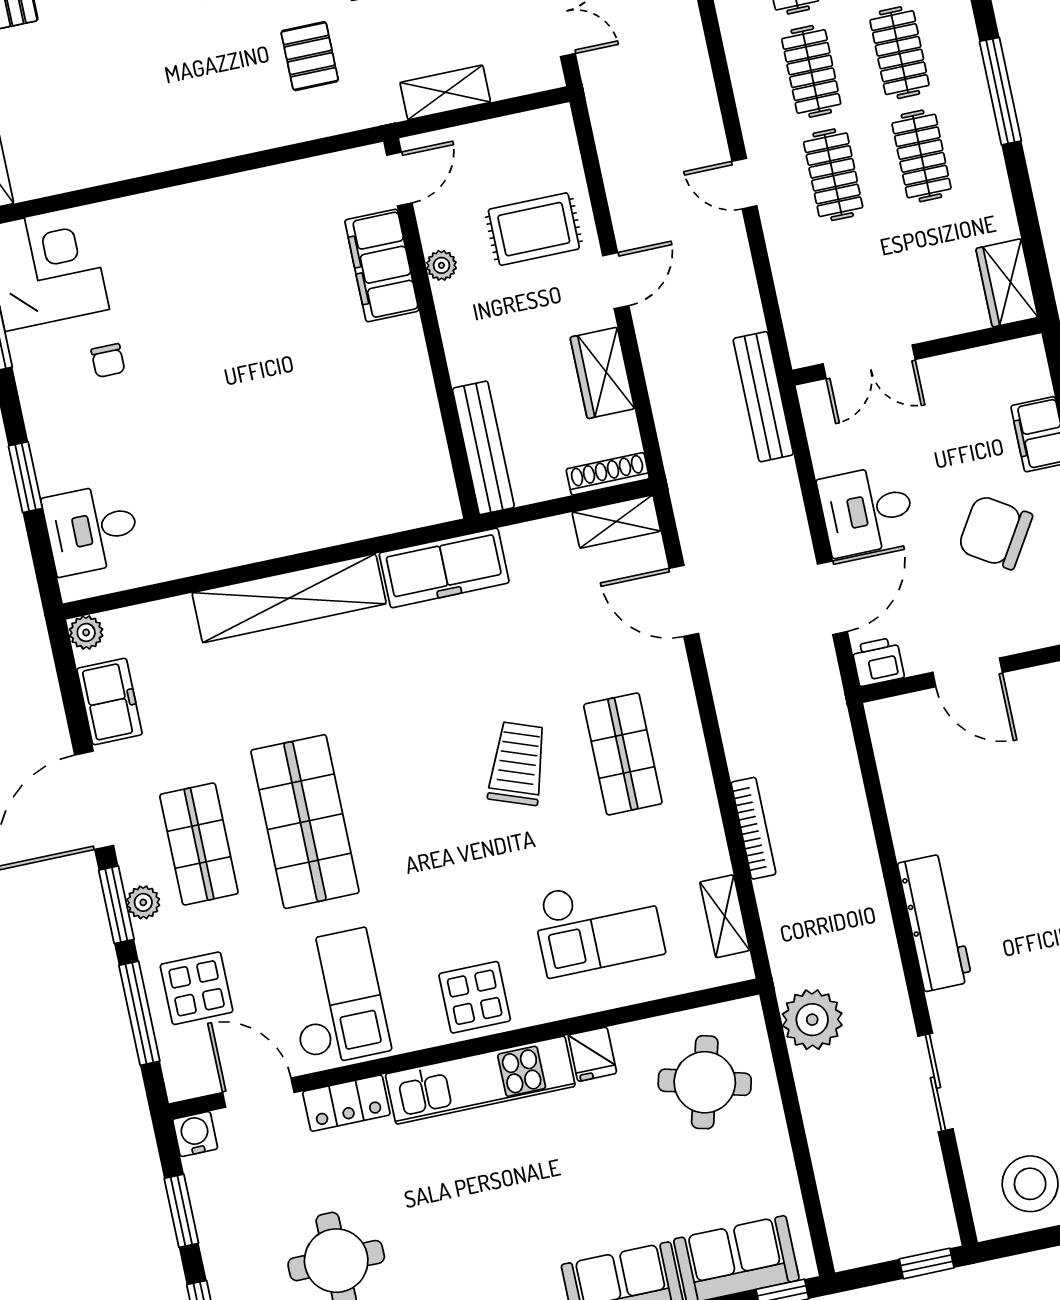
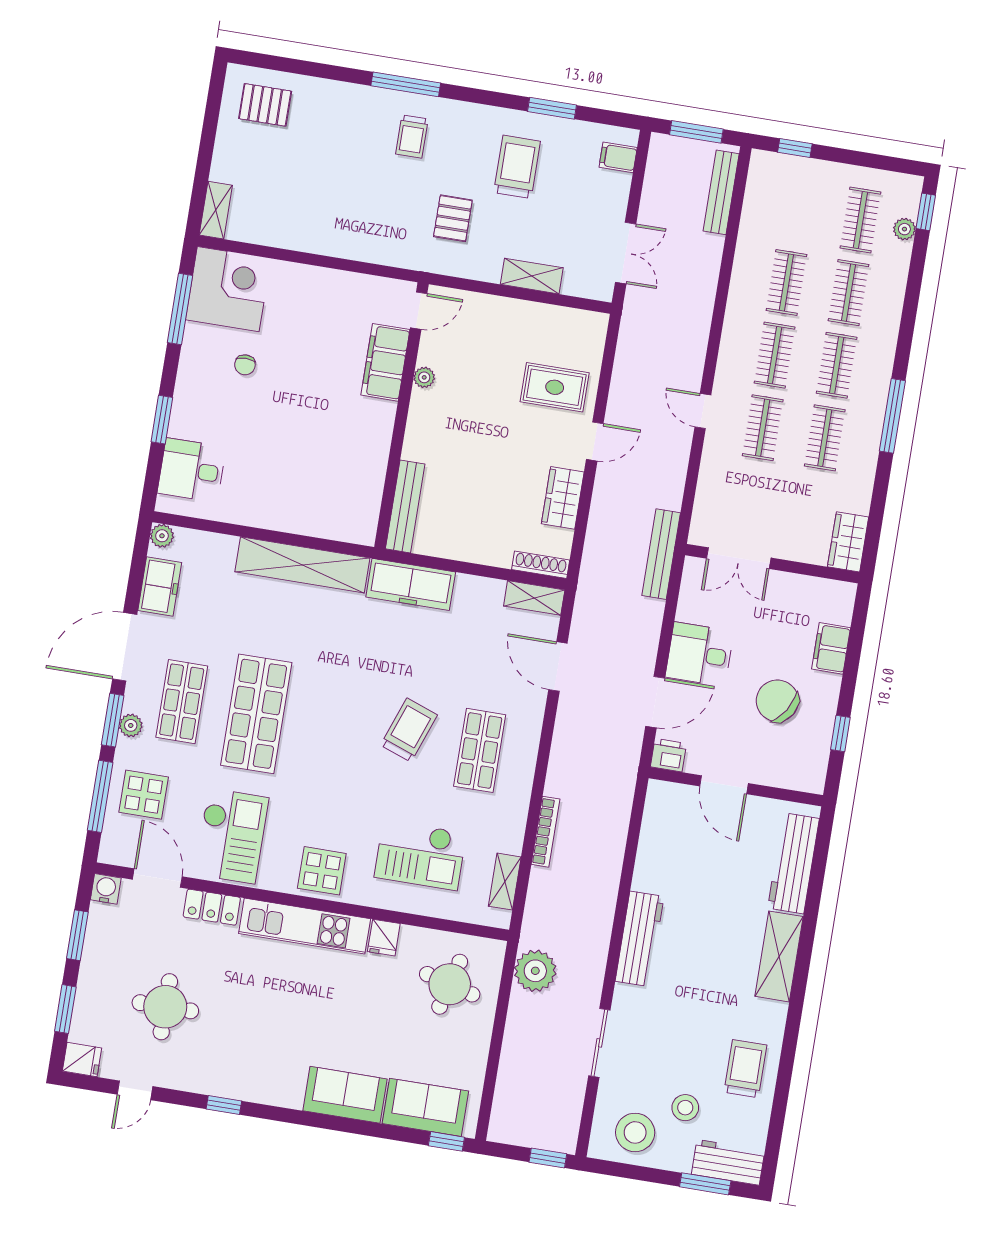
door: (399, 179) -> (419, 311), moved
filing cabinet: (382, 265) -> (385, 362), moved
plant: (441, 265) -> (424, 377), moved
wall: (431, 328) -> (402, 416), moved
bench: (483, 448) -> (405, 506), moved

